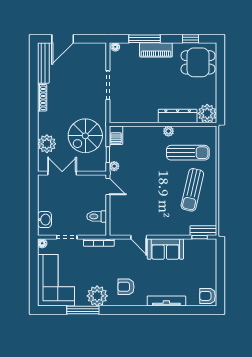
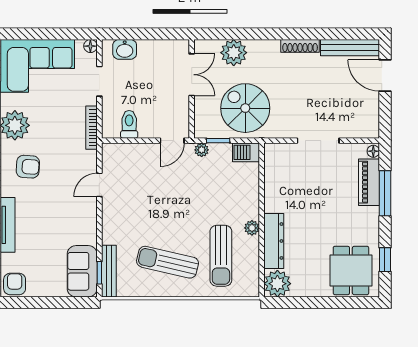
piano: (156, 50) -> (369, 182), moved
bench: (203, 231) -> (109, 271), width x1.36
sofa: (165, 249) -> (82, 271), moved
armchair: (126, 287) -> (28, 167), turned 94

